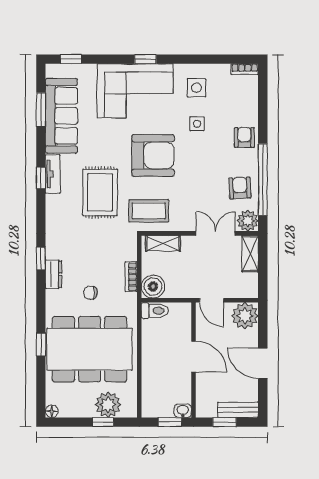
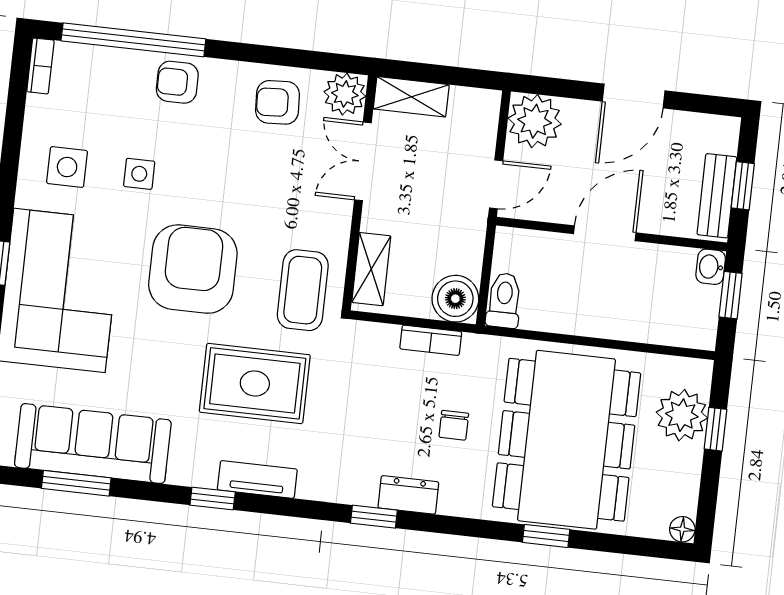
tv unit: (53, 174) -> (257, 479), moved
window: (263, 180) -> (133, 40), moved
bench: (238, 410) -> (717, 196), moved

